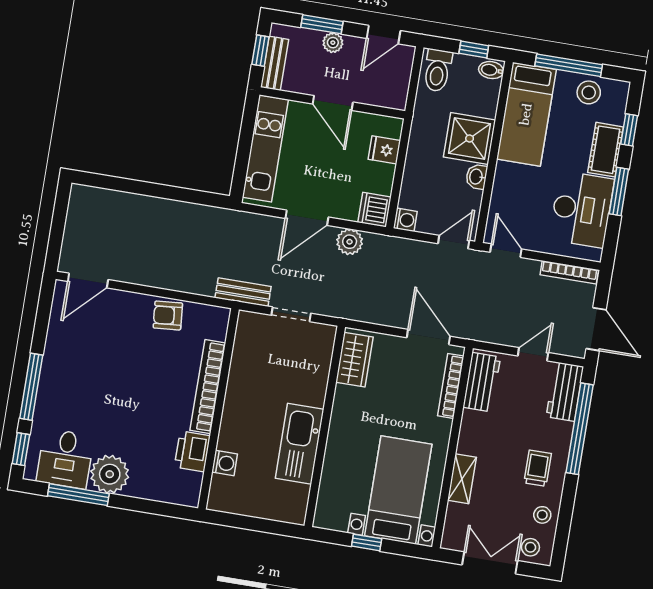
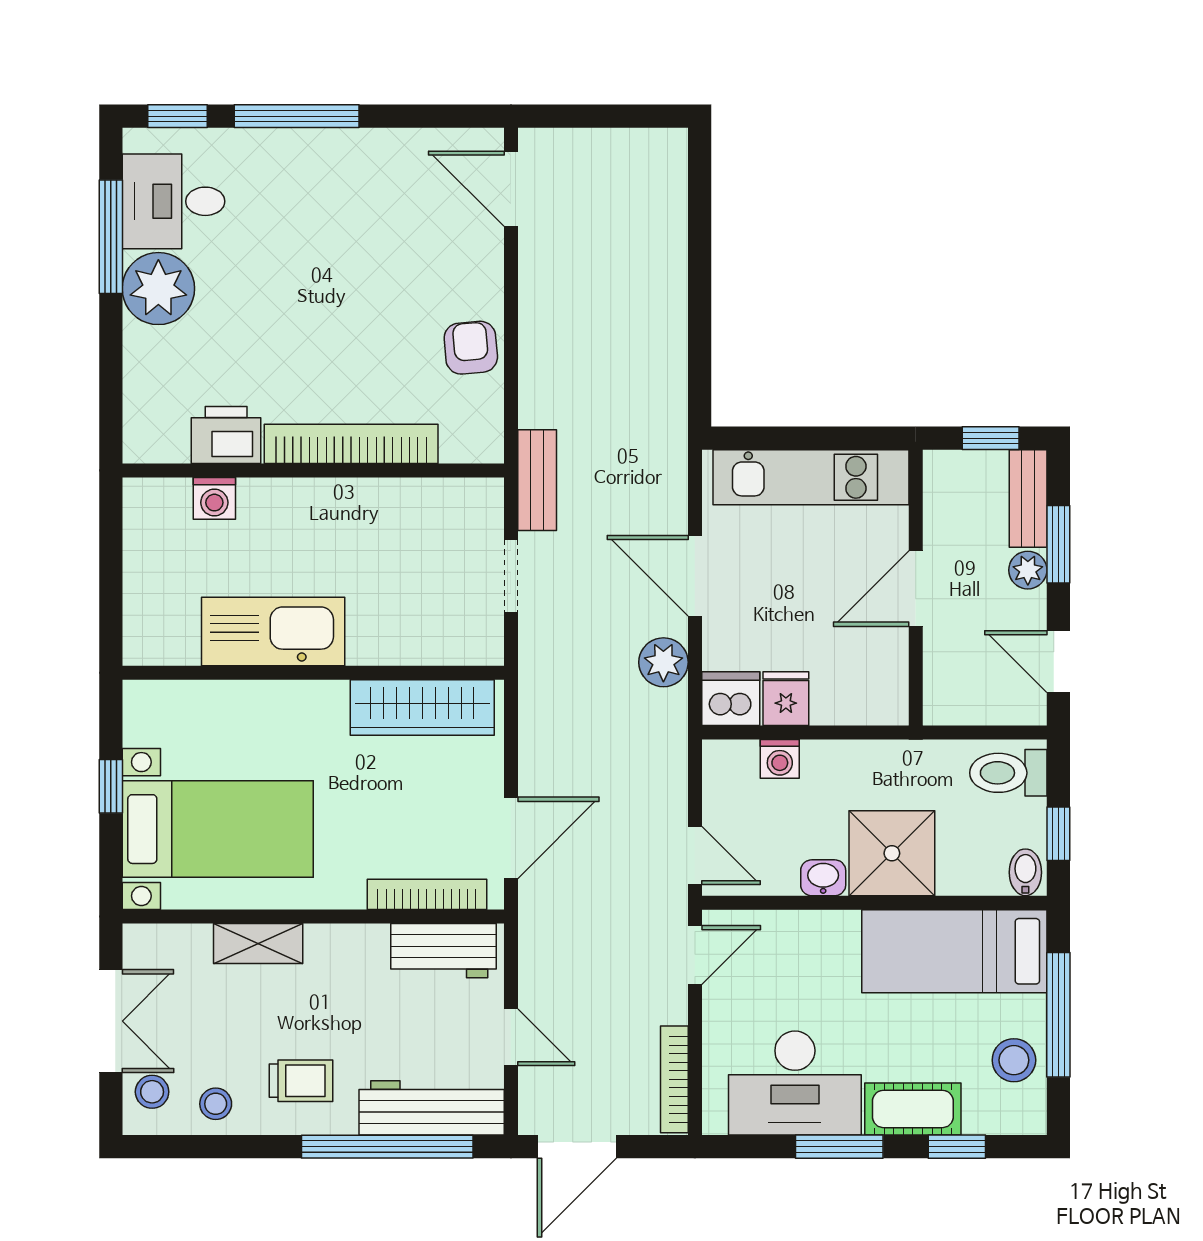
bench: (275, 63) -> (1028, 499), moved, turned 90
fridge: (384, 150) -> (786, 699), moved
washing machine: (405, 220) -> (780, 759), moved
wardrobe: (354, 360) -> (422, 708), width x1.50
workbench: (565, 392) -> (432, 1108), width x1.38

